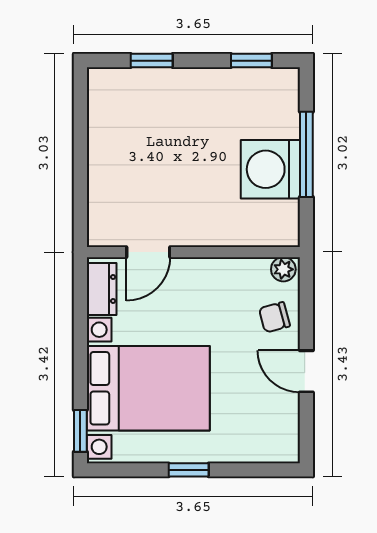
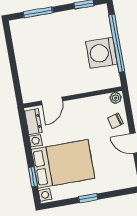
window: (152, 61) -> (38, 12), width x1.50
window: (306, 154) -> (117, 43), width x1.46
window: (80, 431) -> (33, 177), moved

